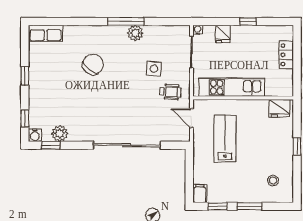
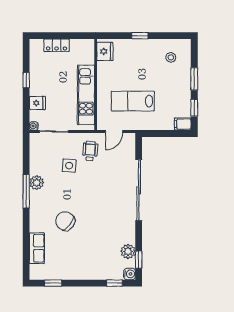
row of seats: (46, 33) -> (37, 248), moved
window: (25, 76) -> (53, 283), moved

